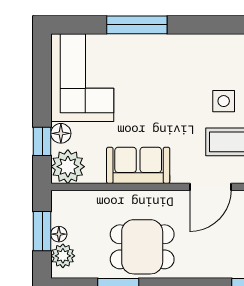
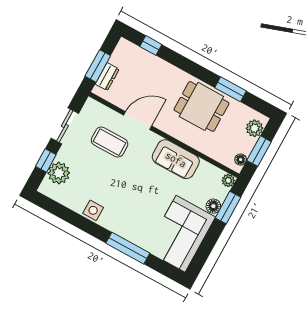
side table: (224, 101) -> (93, 210), moved
window: (42, 141) -> (228, 208), width x1.50
plant: (68, 167) -> (228, 180), width x0.53, depth x0.53
floor lamp: (59, 234) -> (241, 160), moved

